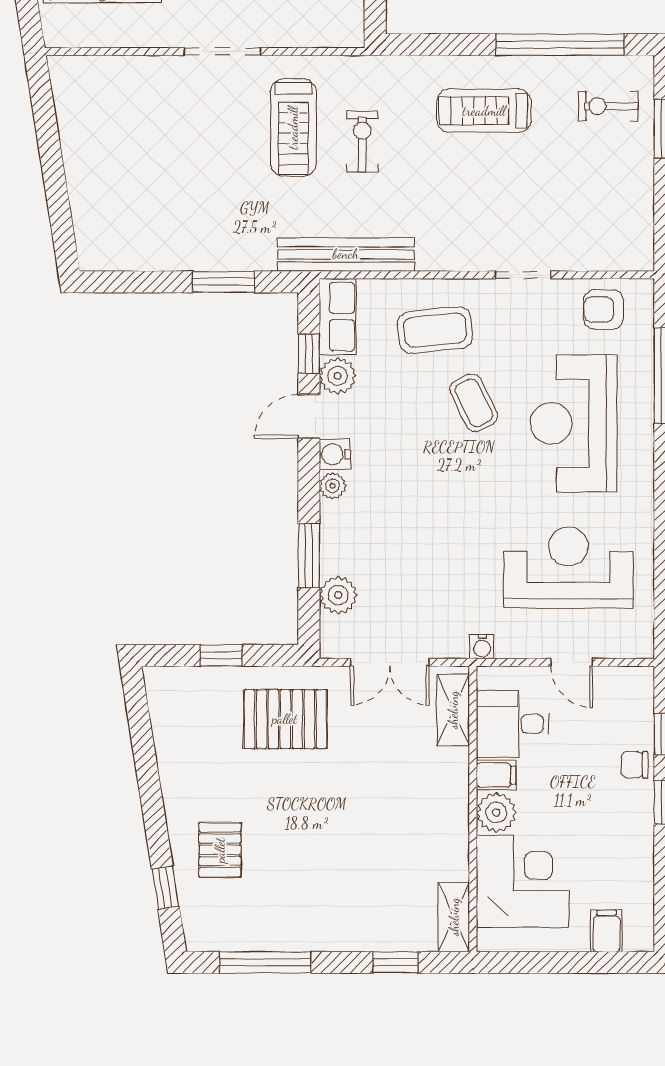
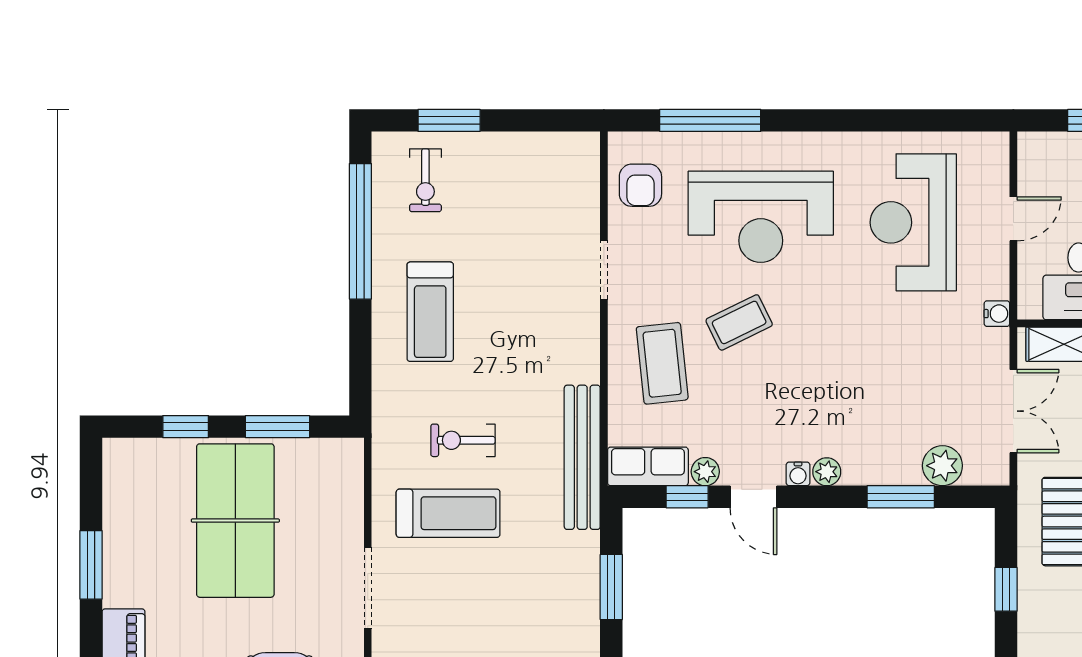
plant: (338, 376) -> (705, 472), width x0.73, depth x0.73
water cooler: (335, 454) -> (798, 474), width x0.72, depth x0.72

